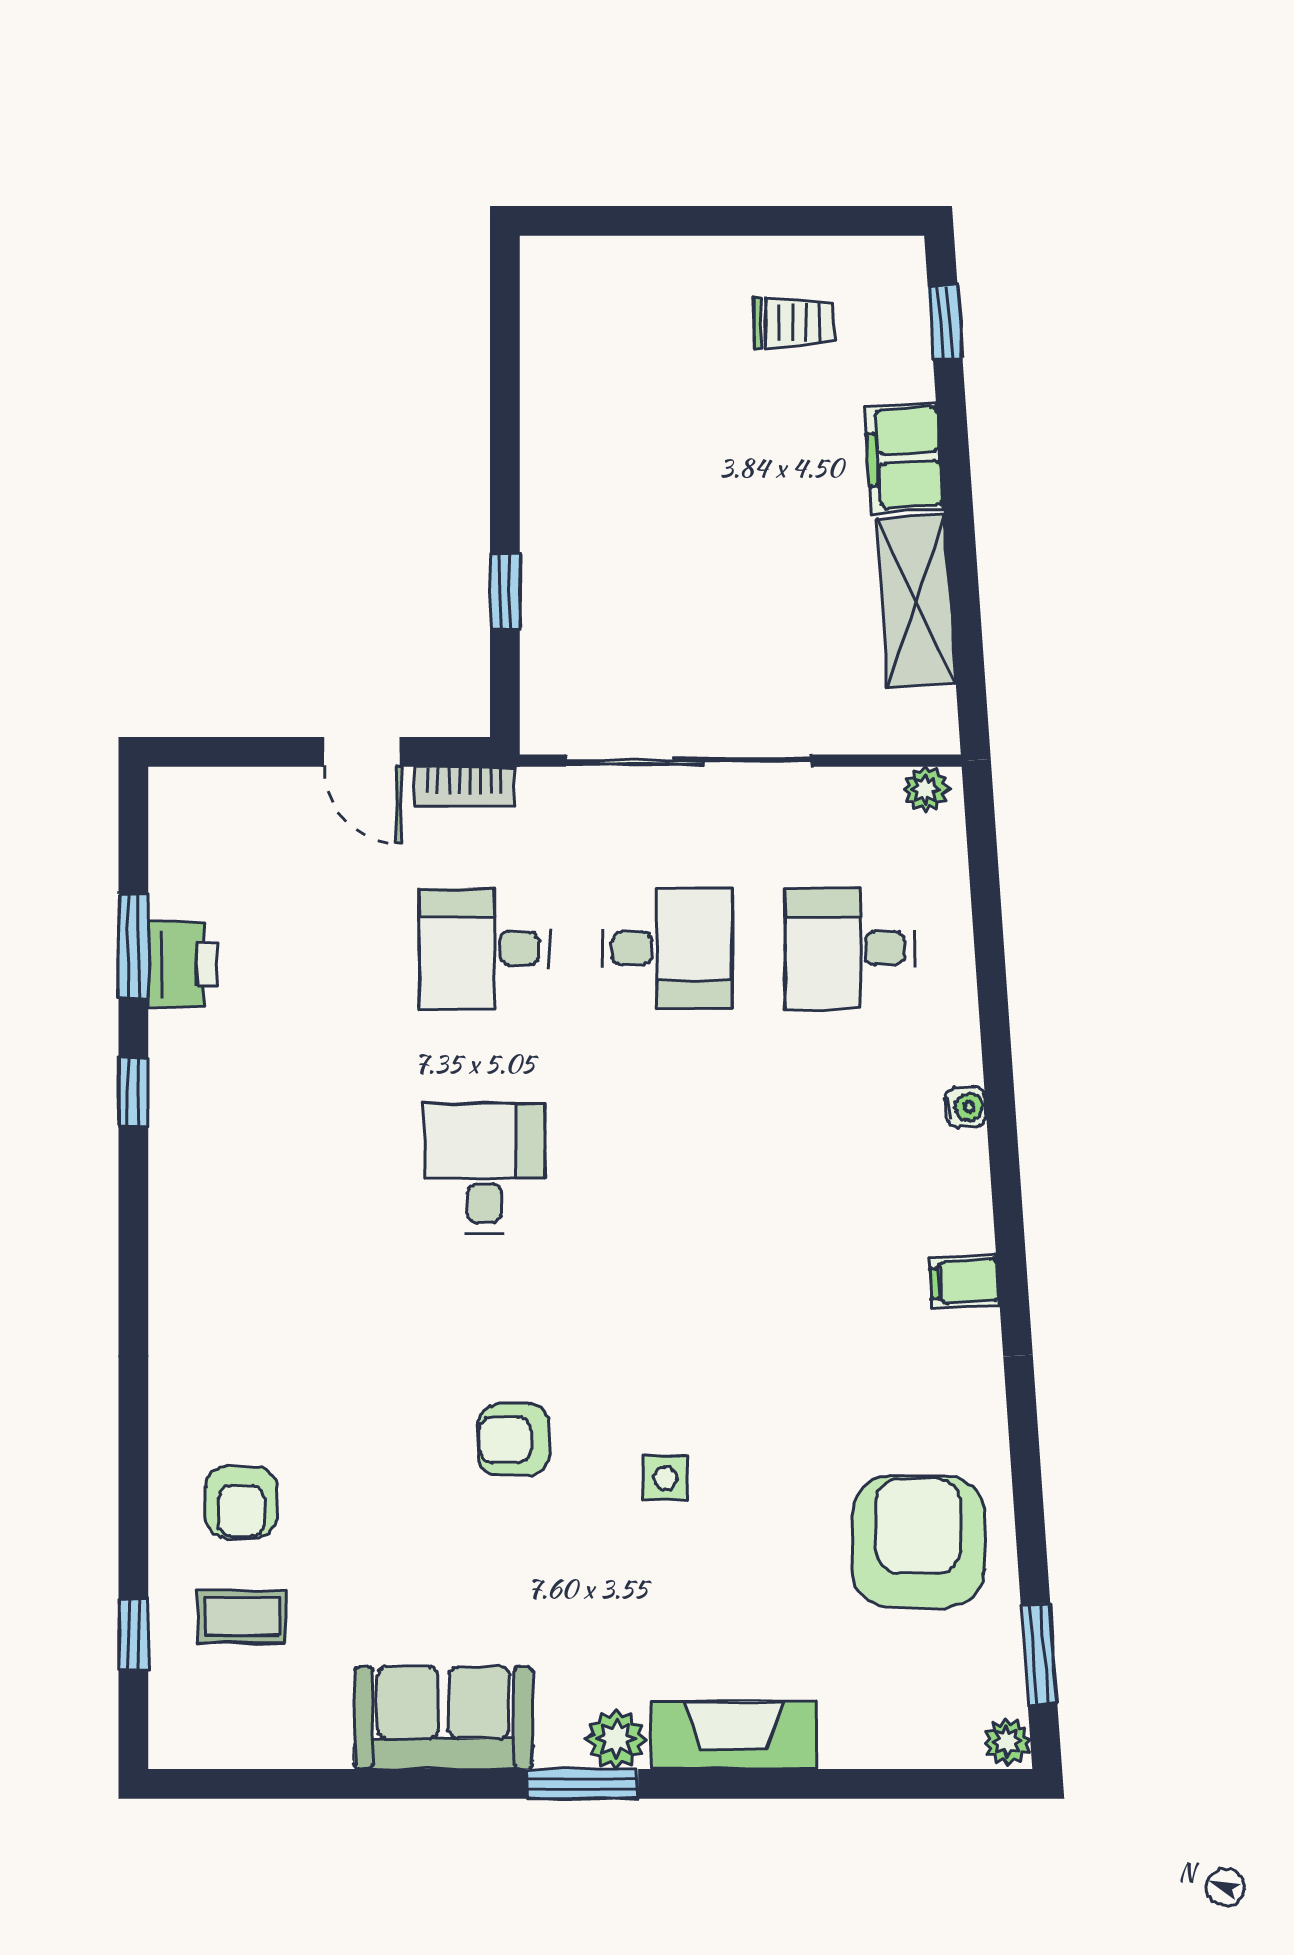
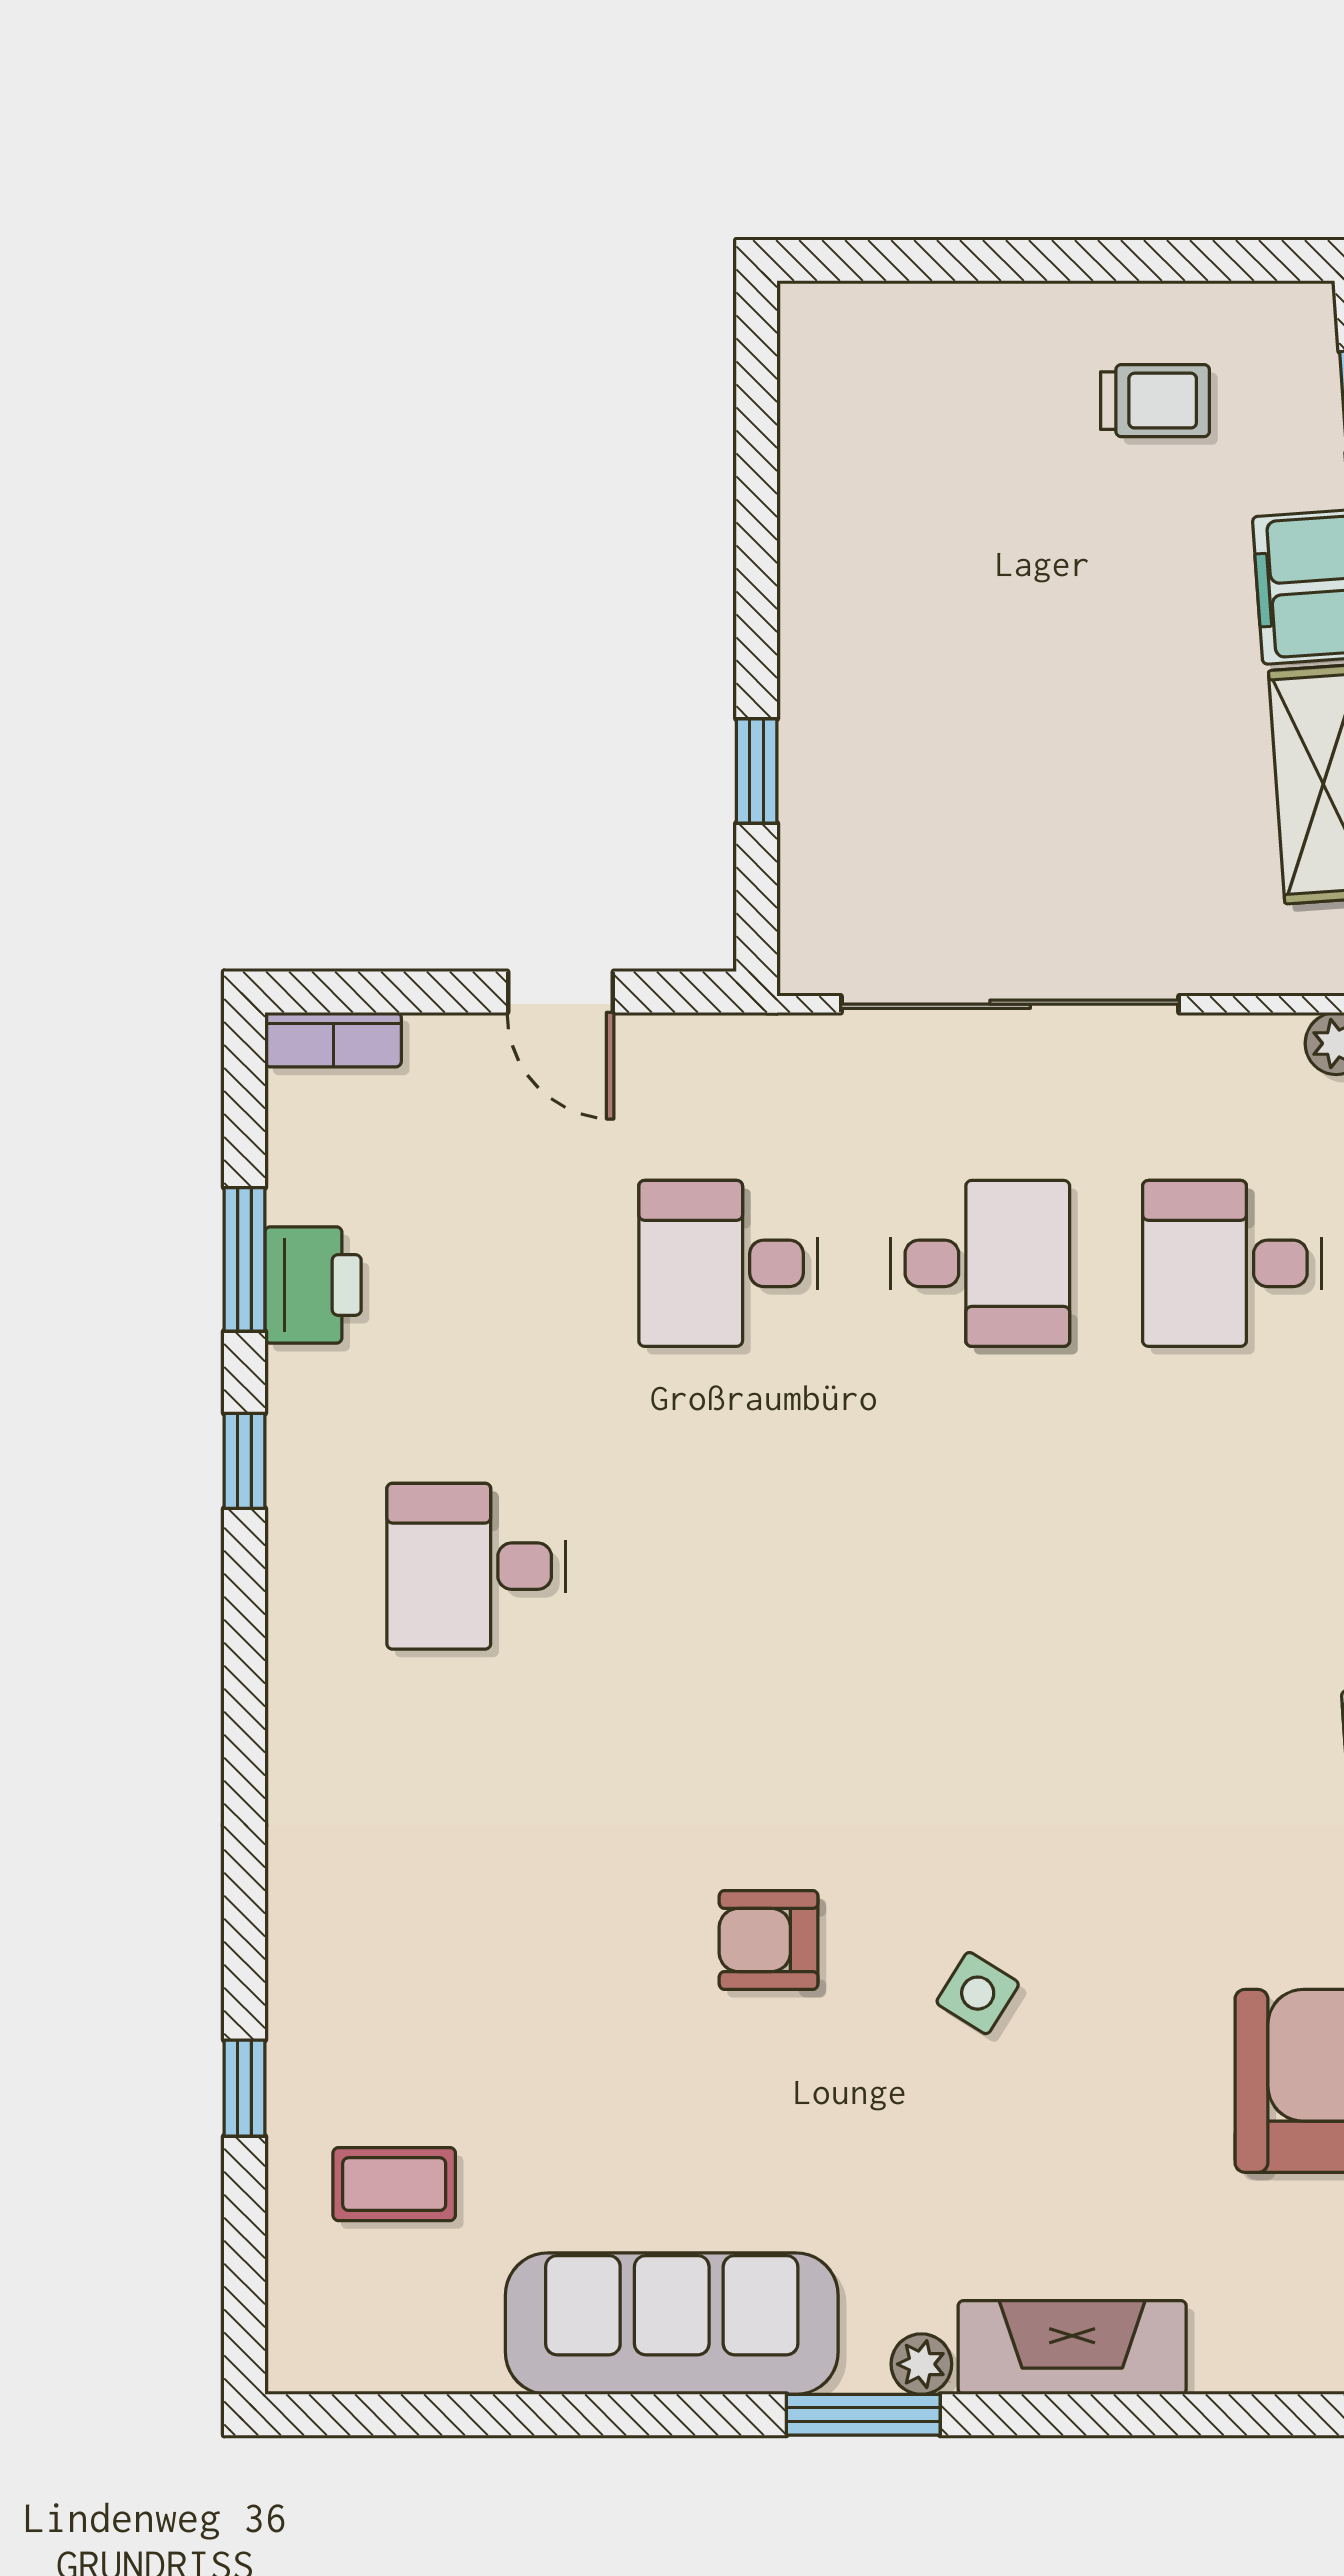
bookcase: (465, 786) -> (333, 1040), moved
desk: (484, 1168) -> (476, 1566), moved, turned -90
side table: (665, 1478) -> (978, 1993), turned 32
armchair: (241, 1502) -> (393, 2026), removed
window: (133, 1634) -> (245, 2088), moved
sofa: (443, 1718) -> (672, 2324), width x1.36
plant: (616, 1739) -> (921, 2364), width x0.73, depth x0.73

